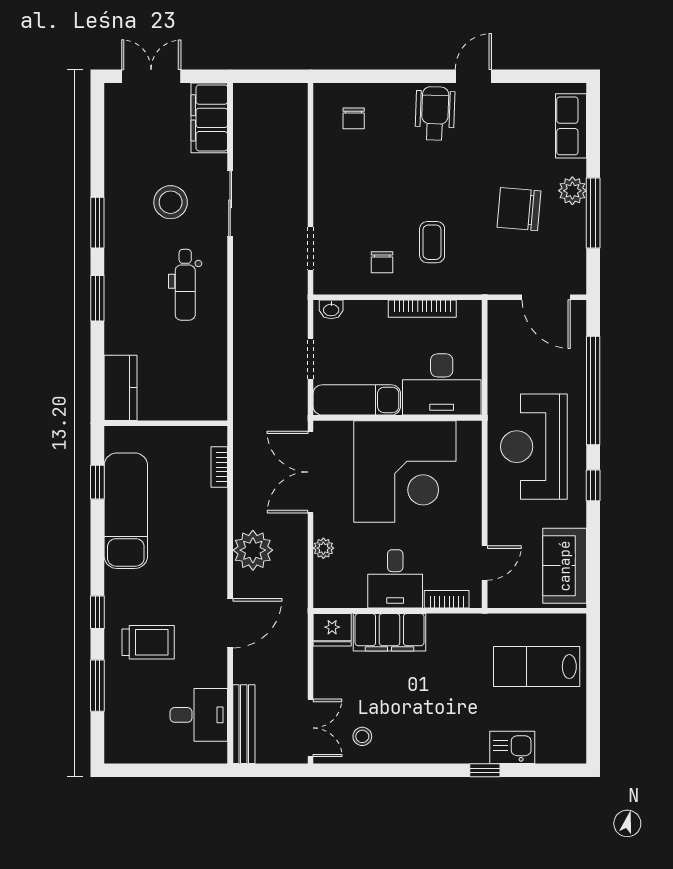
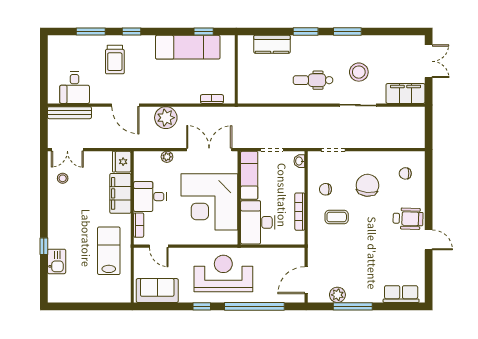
plant: (572, 191) -> (337, 295), moved
chair: (519, 209) -> (367, 185), moved
kitchen counter: (121, 388) -> (272, 44), moved
lab bench: (537, 667) -> (109, 251), moved

